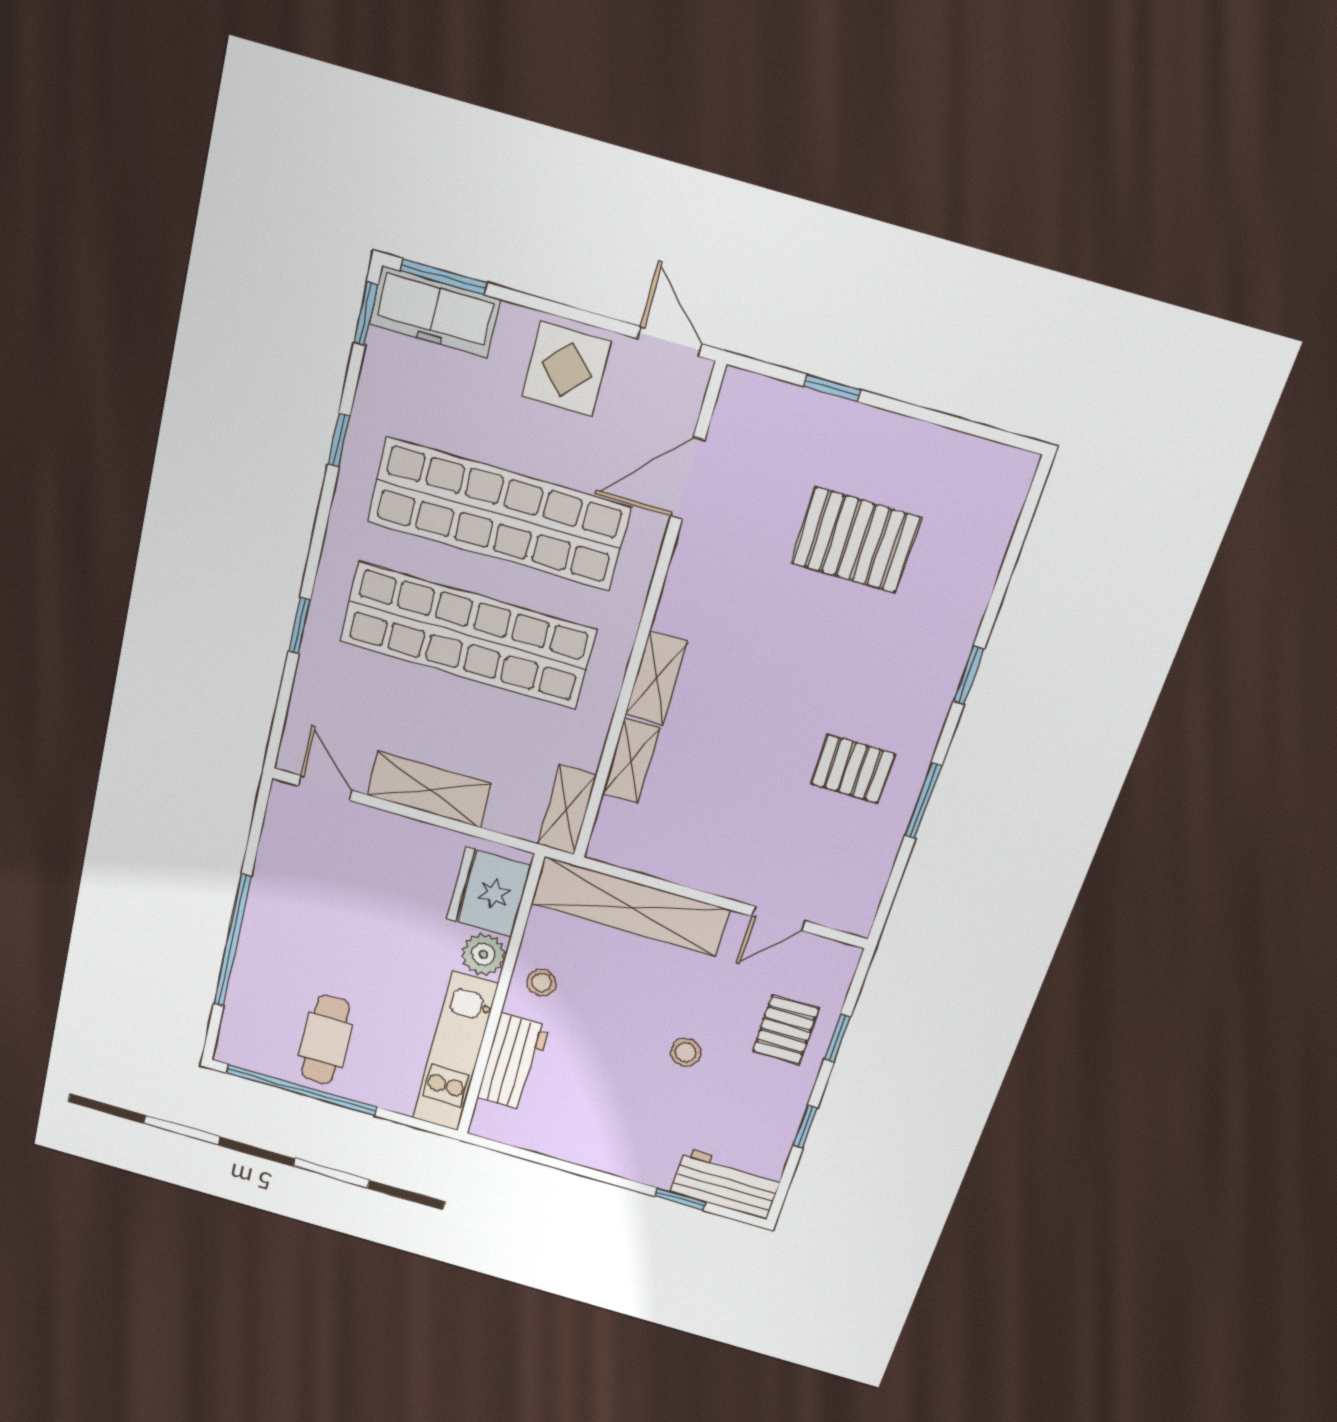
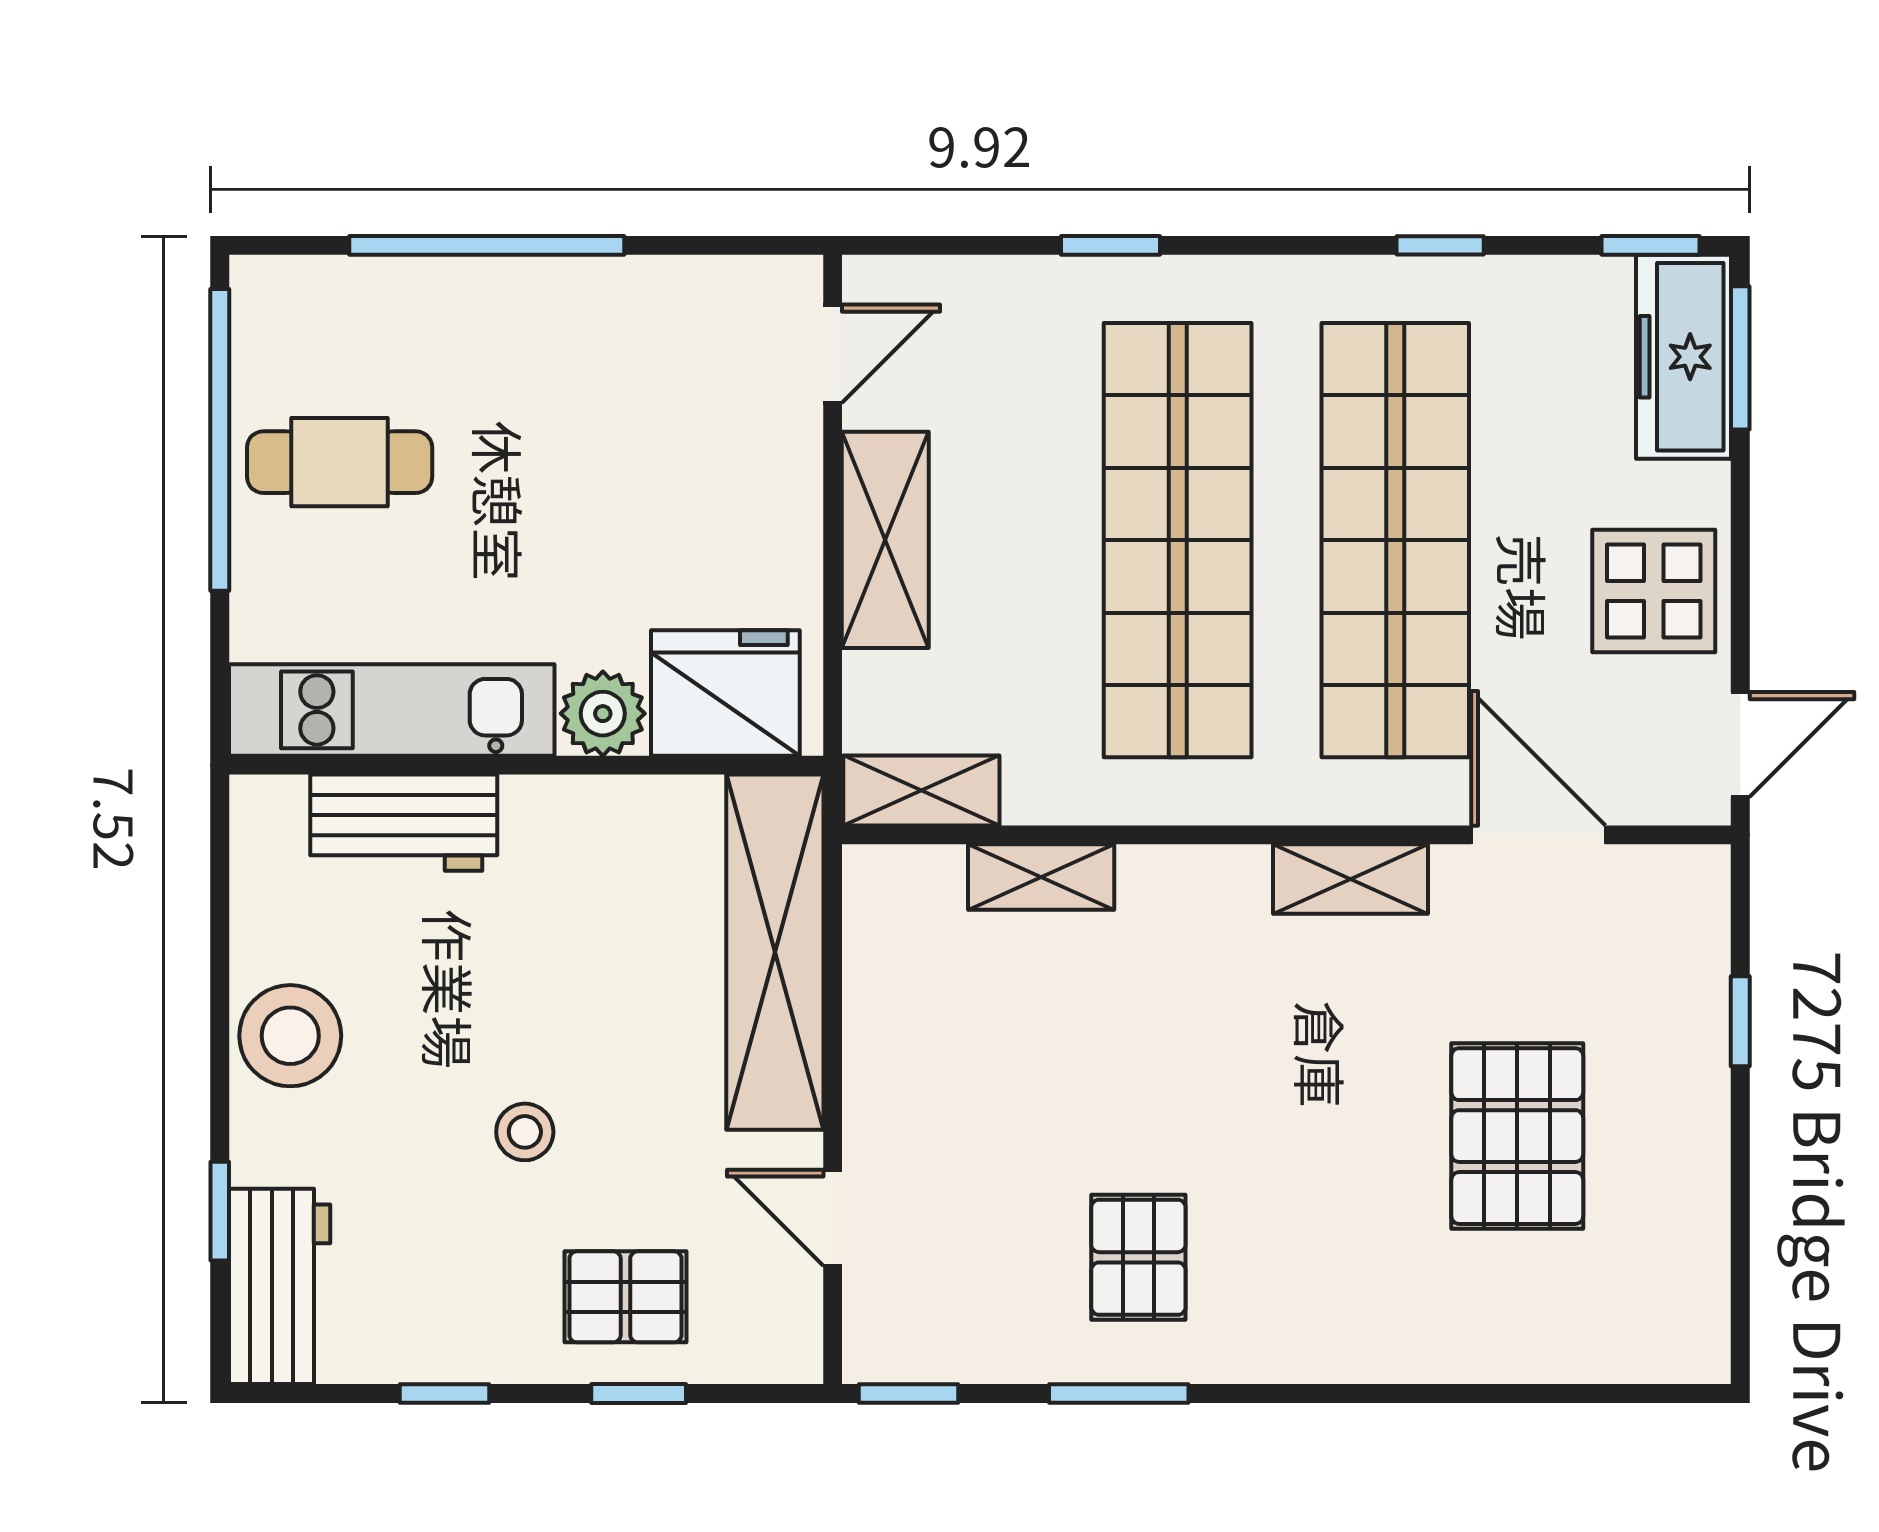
window: (969, 675) -> (909, 1393), moved
shelving: (656, 678) -> (1351, 879), moved
stool: (542, 983) -> (290, 1036), moved, width x1.89, depth x1.89

